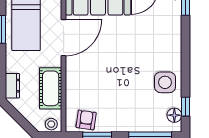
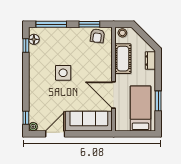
door: (64, 38) -> (114, 95), hinge flipped
side table: (165, 82) -> (63, 73), moved

